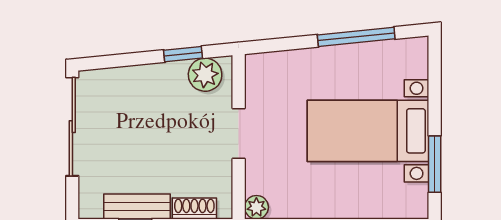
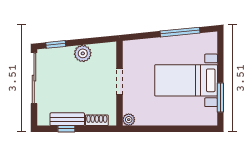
window: (183, 54) -> (56, 44), moved
plant: (205, 75) -> (83, 53), moved

